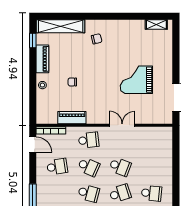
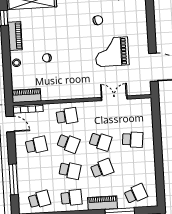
chair: (97, 39) -> (98, 20), moved
piano: (72, 118) -> (26, 96), moved
double door: (122, 125) -> (114, 98), moved
school desk: (152, 193) -> (133, 140), moved

